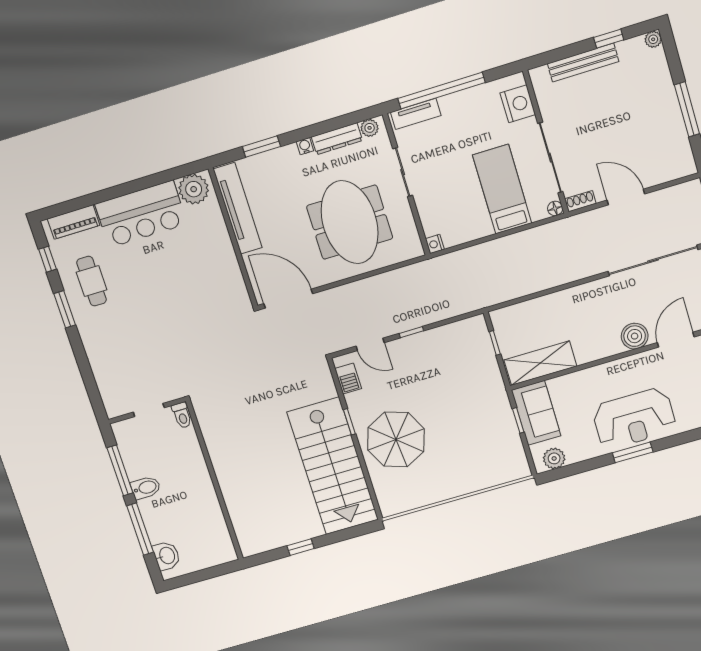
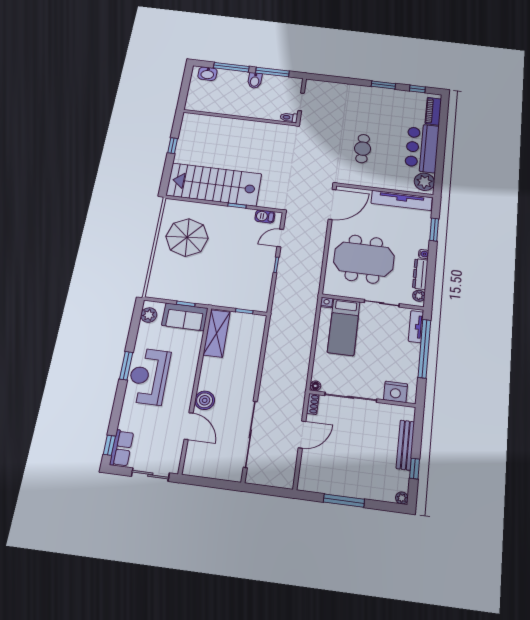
bed: (502, 189) -> (344, 327), moved, turned 90
cafe table: (92, 281) -> (363, 149), moved, turned 90
parasol: (396, 439) -> (187, 237), moved

